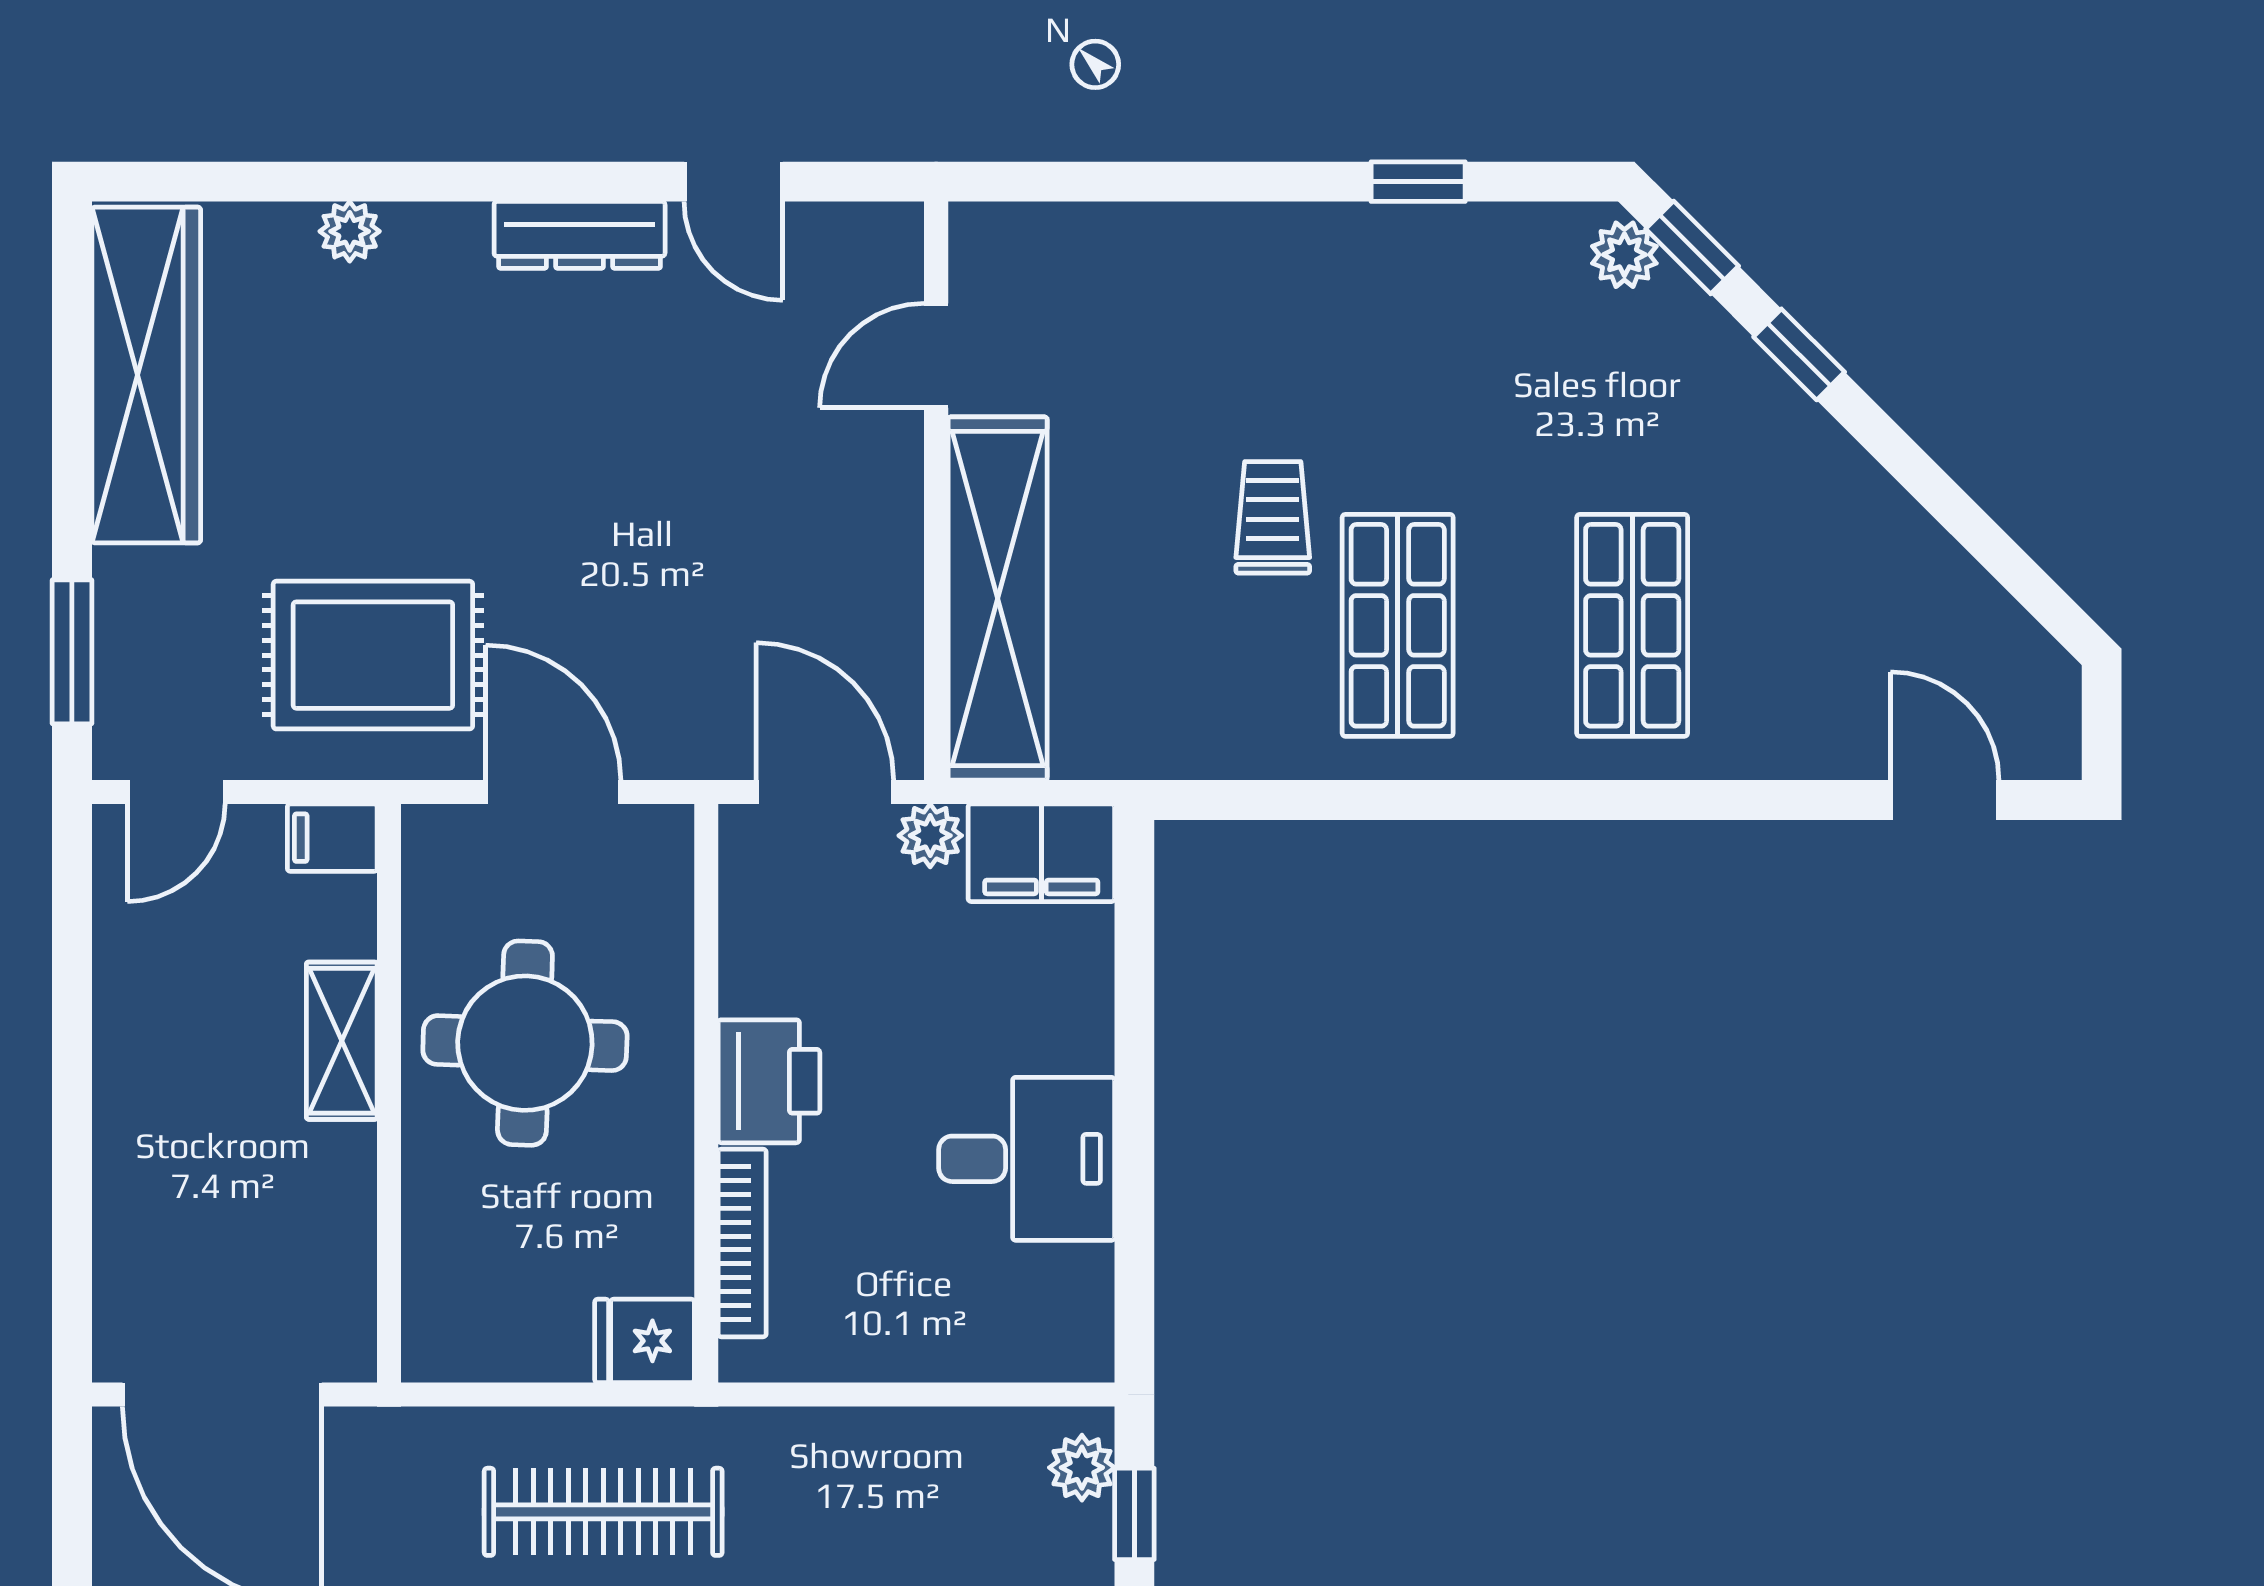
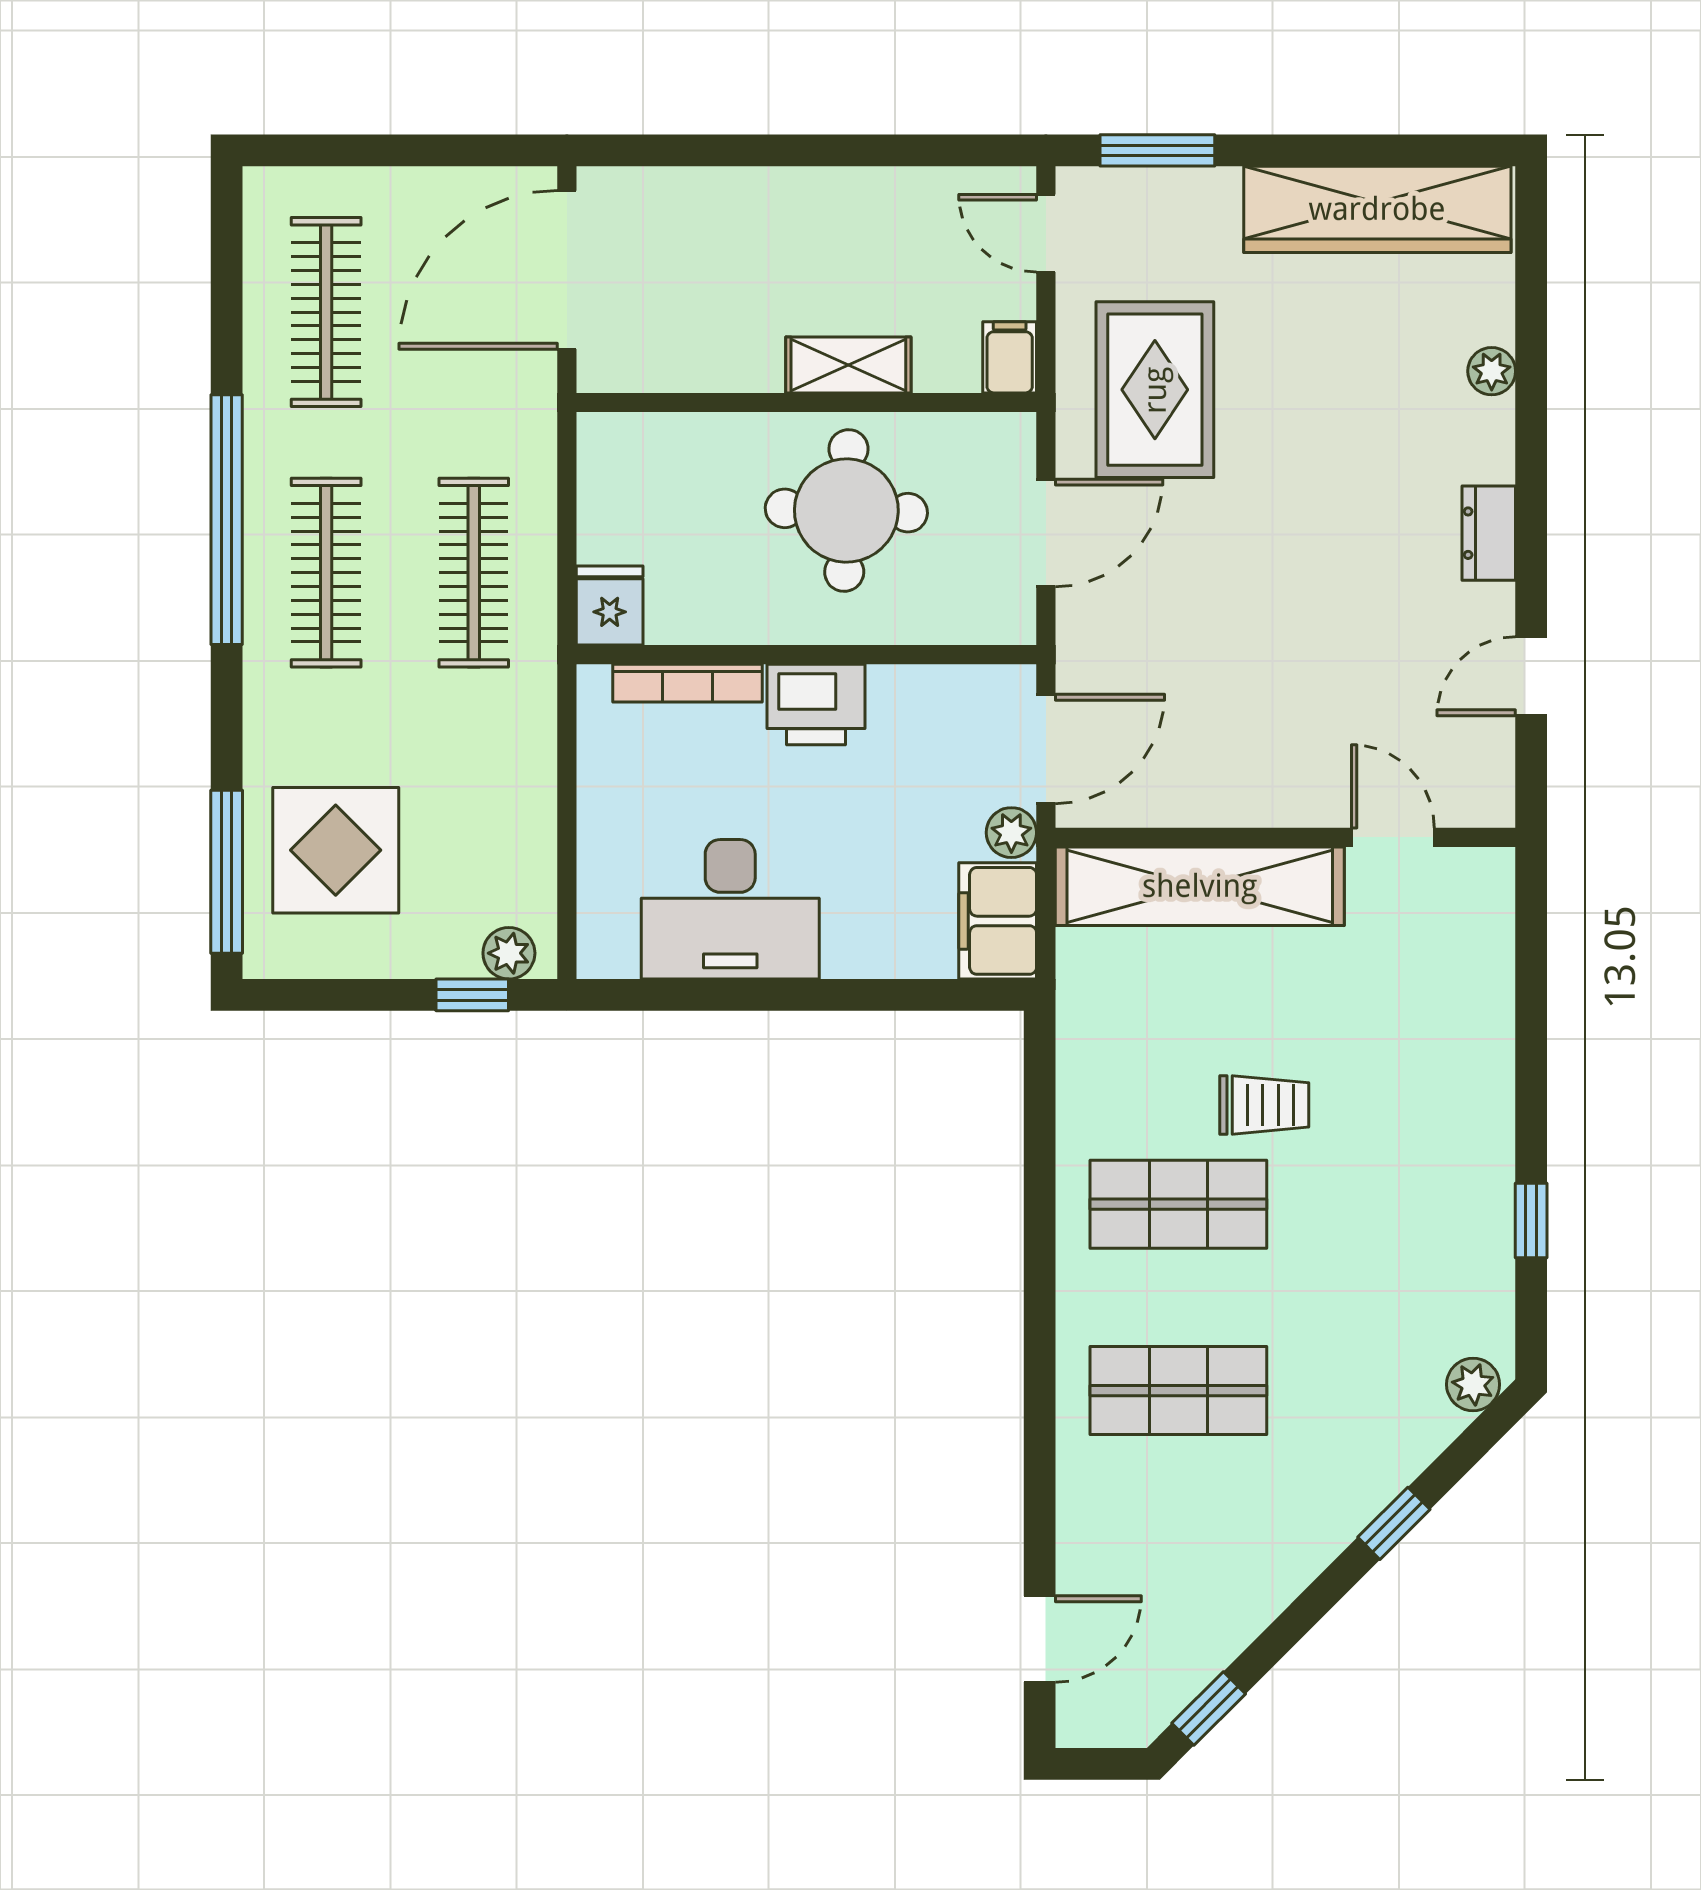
dresser: (580, 235) -> (1489, 533), width x0.70
window: (1692, 247) -> (1209, 1709), moved
desk: (1027, 1159) -> (730, 909), width x1.37

